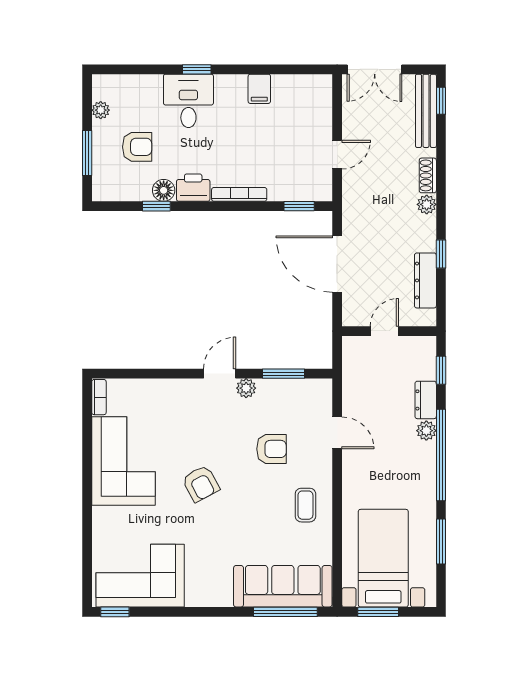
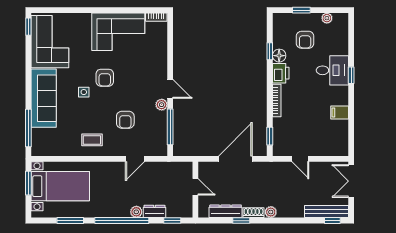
window: (87, 153) -> (301, 10), width x0.67
shoe rack: (428, 175) -> (254, 213), moved
window: (283, 374) -> (170, 127), width x1.44
armchair: (201, 484) -> (105, 78), turned -62
side table: (225, 519) -> (84, 92), added
sofa: (283, 586) -> (44, 98), moved

